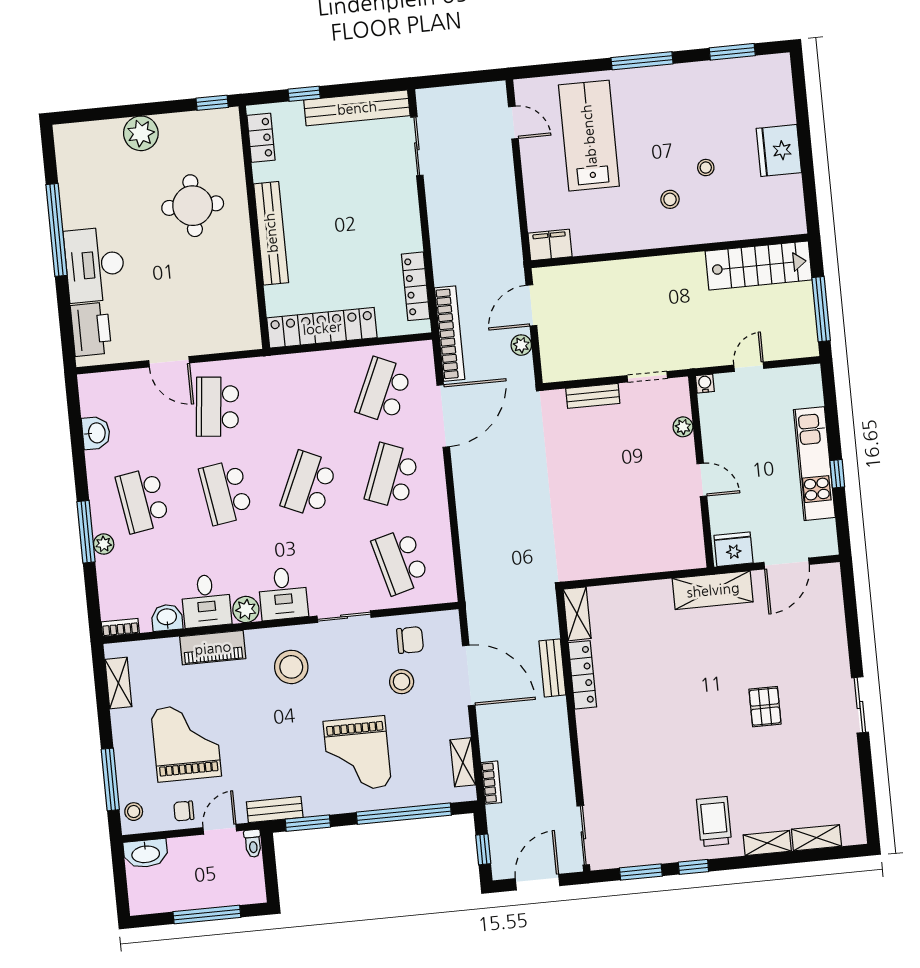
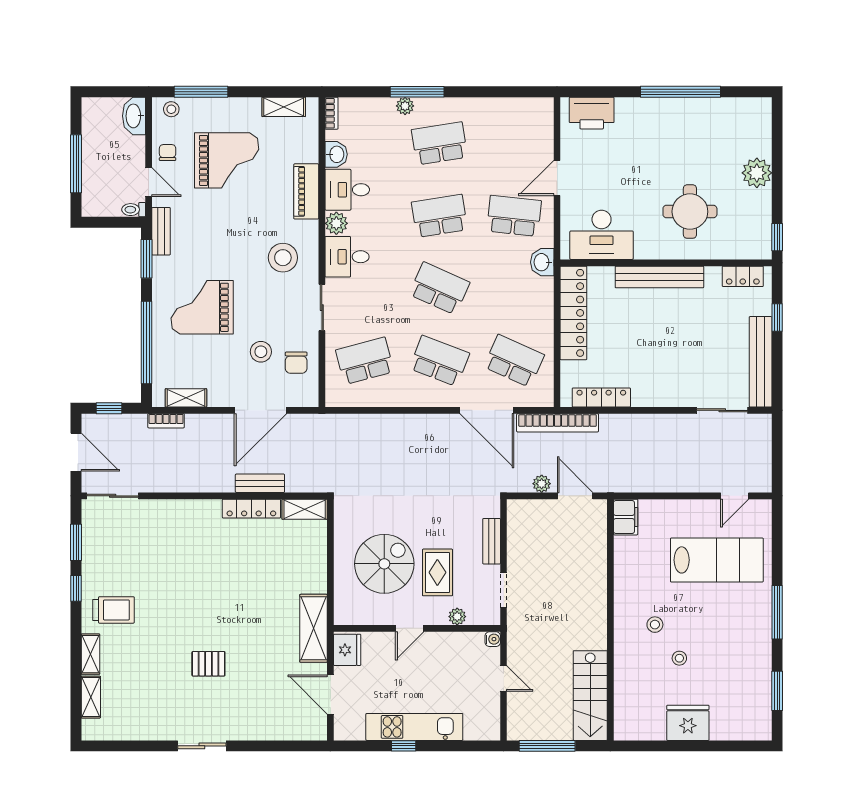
desk: (95, 265) -> (602, 235), moved, turned 180
washbasin: (96, 433) -> (542, 262), moved, turned 90
rug: (635, 454) -> (437, 572), added
spiral stairs: (631, 516) -> (384, 564), added

